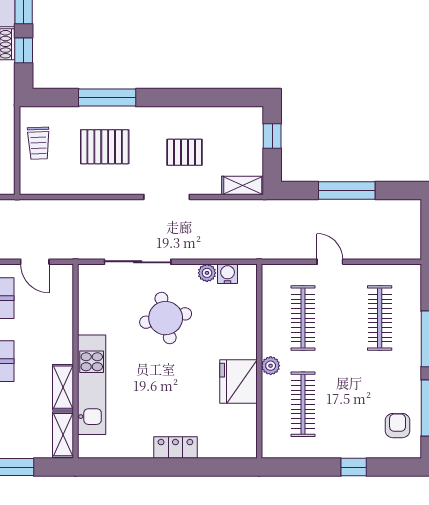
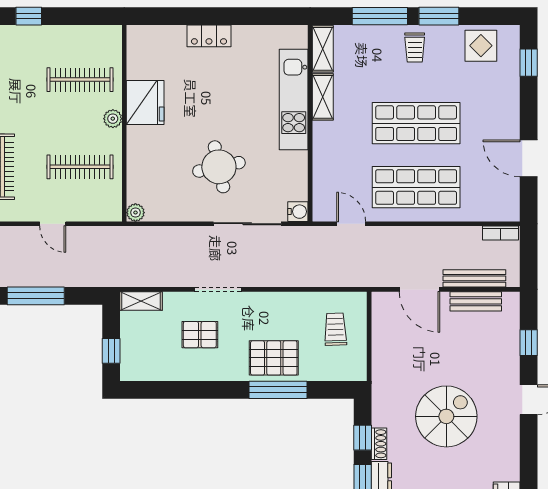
trolley: (38, 143) -> (335, 329), moved
pallet: (105, 147) -> (274, 358), moved
plant: (207, 273) -> (135, 213), moved
water cooler: (228, 274) -> (298, 212), moved, turned -90
clothes rail: (303, 318) -> (80, 167), turned 90
clothes rail: (303, 404) -> (80, 80), turned 90

